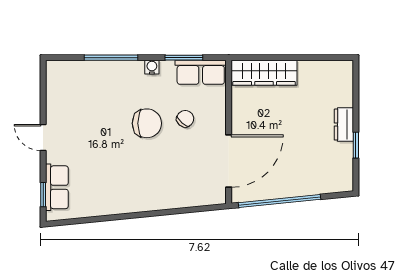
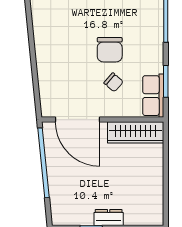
water cooler: (152, 67) -> (158, 54), removed
wardrobe: (264, 73) -> (136, 132), moved, turned -90

